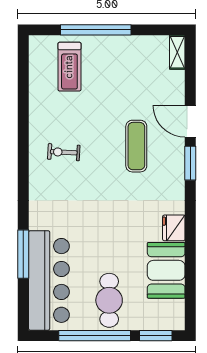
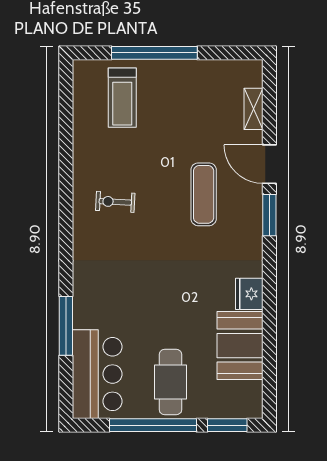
shelving: (177, 52) -> (254, 109), moved
bar counter: (49, 280) -> (97, 374), width x0.73

